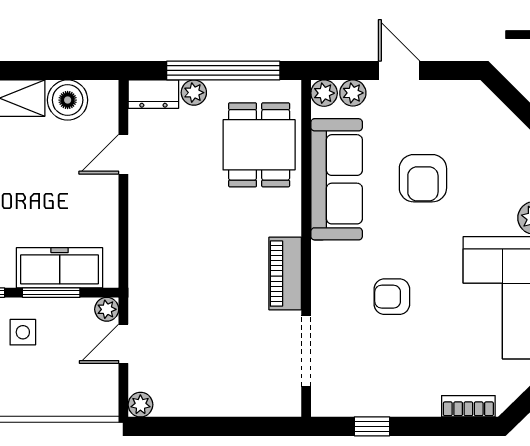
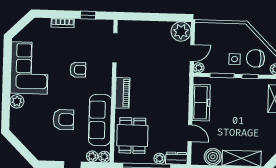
door: (123, 154) -> (190, 133), hinge flipped
armchair: (423, 178) -> (63, 119), turned 90
freezer: (60, 268) -> (201, 103), moved, turned -90
piano: (285, 274) -> (122, 93), moved
plant: (140, 405) -> (181, 31), width x1.88, depth x1.88
bookcase: (468, 406) -> (63, 23), moved

